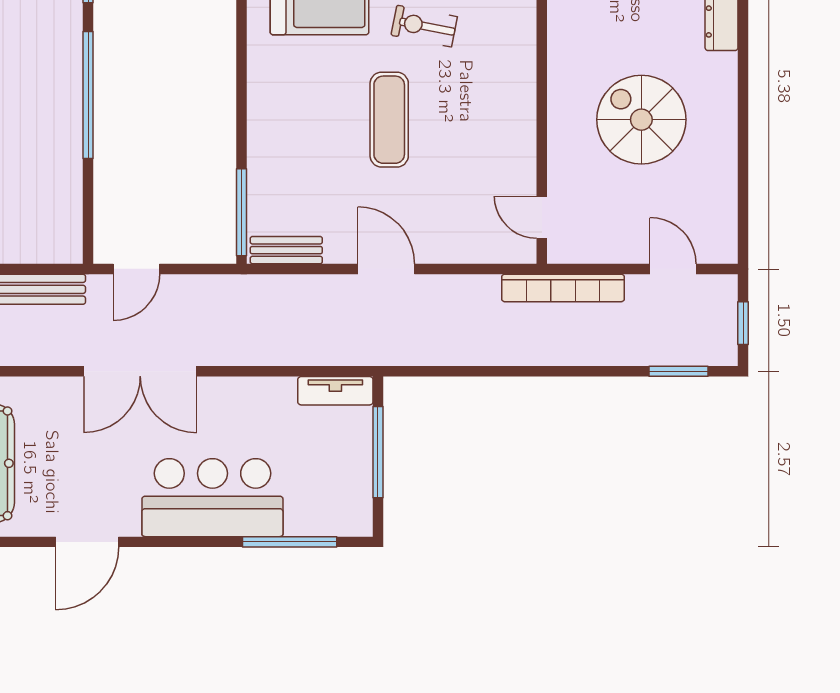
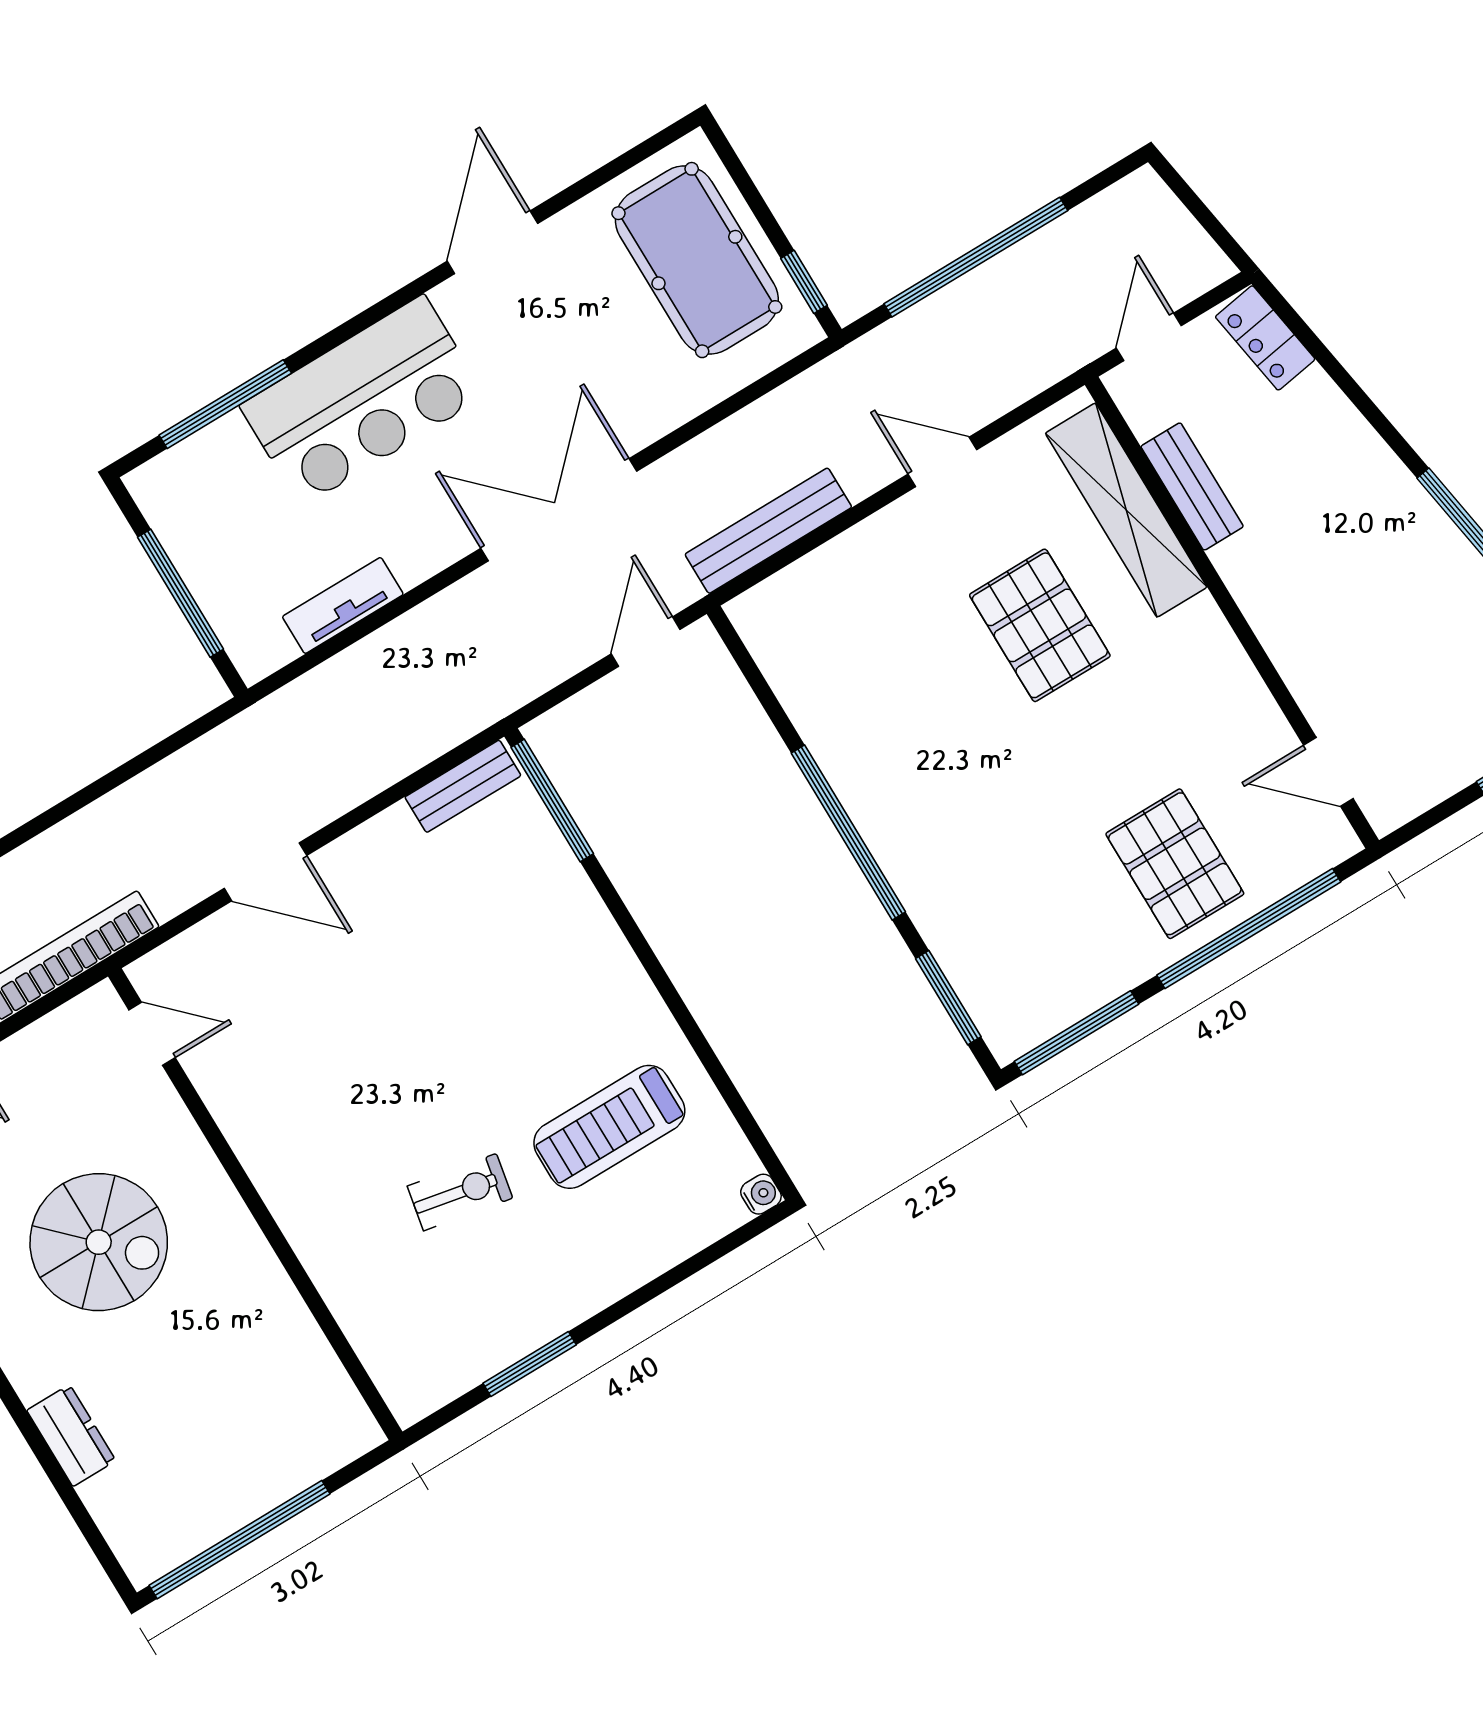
exercise mat: (389, 120) -> (431, 1041), removed
door: (386, 269) -> (265, 872), moved
tv unit: (335, 391) -> (343, 605), moved

